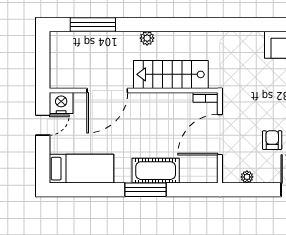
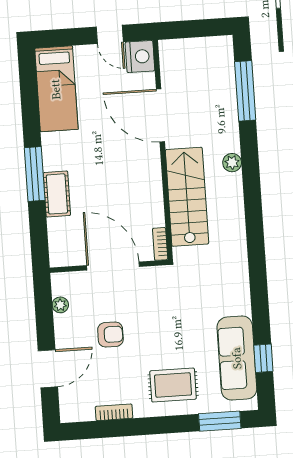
cot: (156, 171) -> (57, 194), width x0.73, depth x0.75

